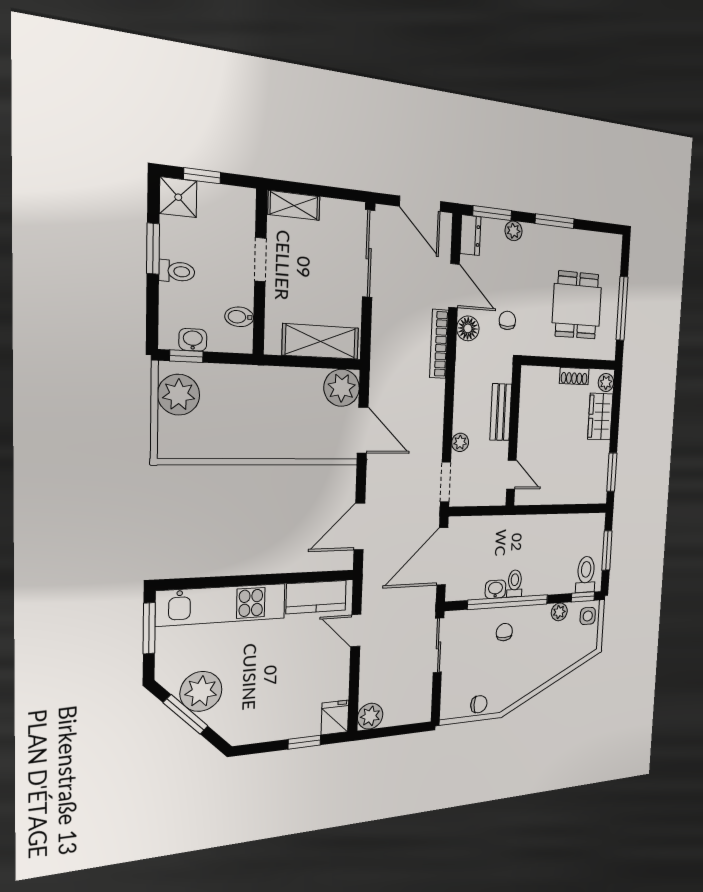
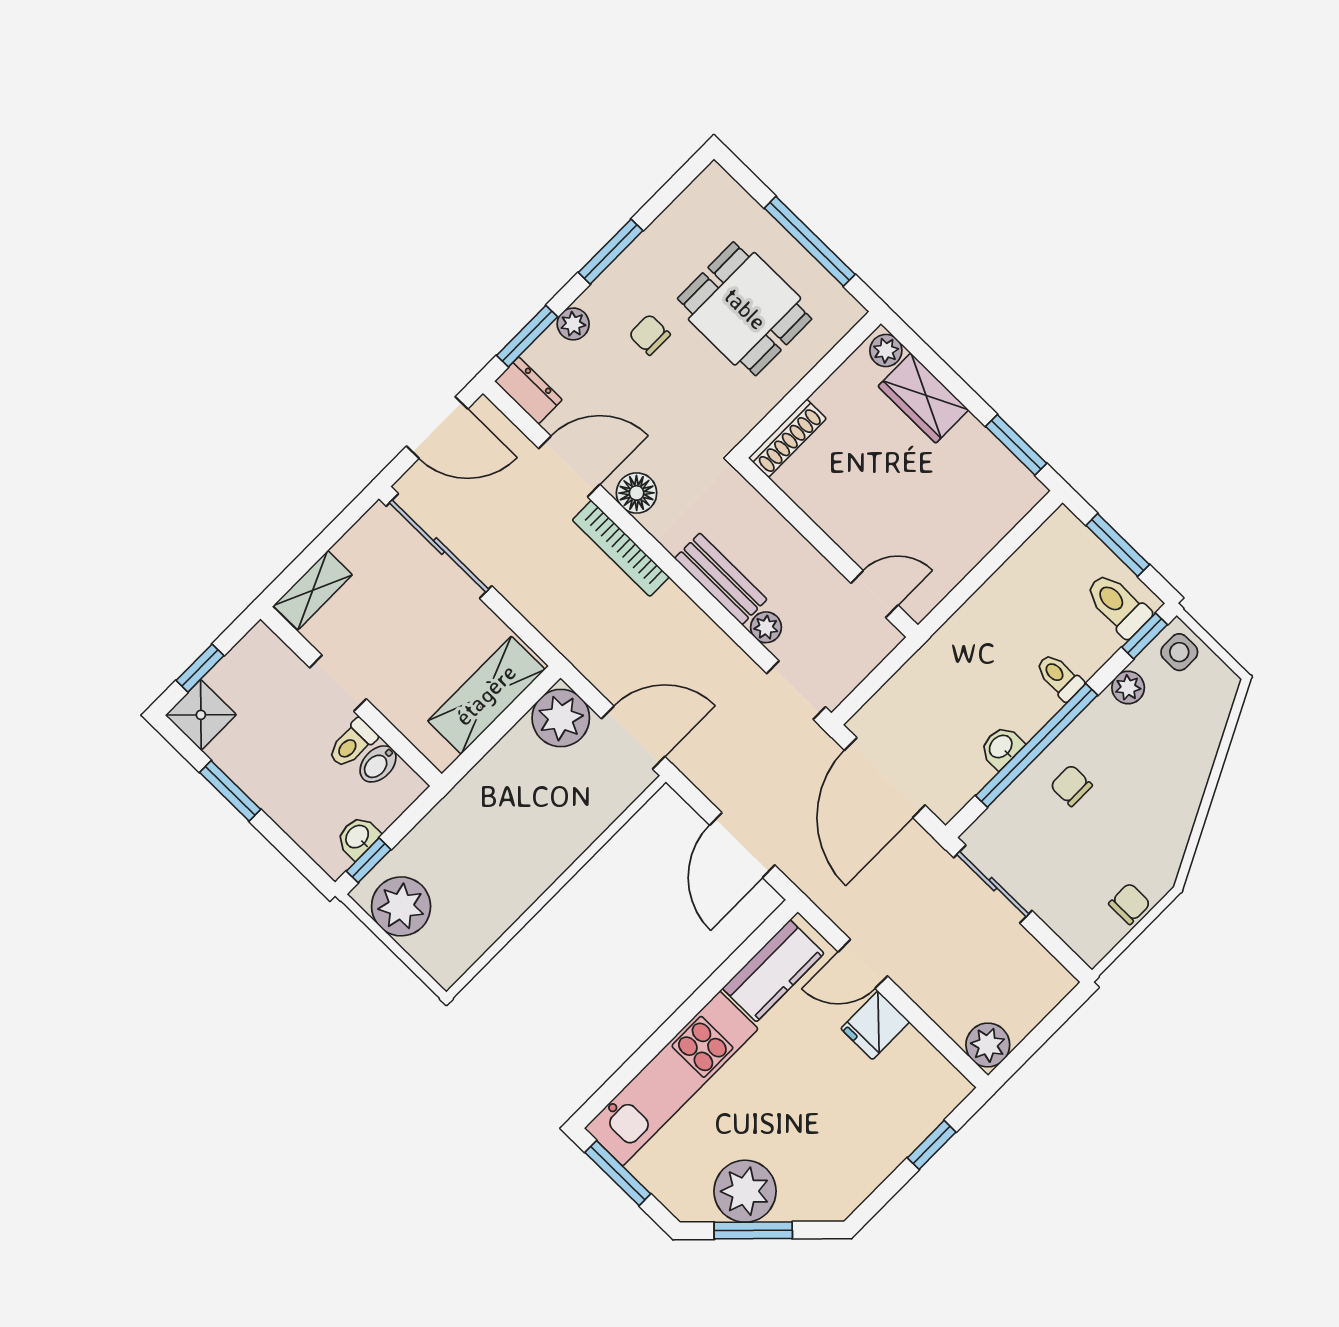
toilet: (177, 271) -> (352, 743), moved, turned 180
chair: (507, 320) -> (650, 335), moved
shoe rack: (574, 376) -> (787, 438), moved, width x1.43
bench: (501, 412) -> (721, 579), moved
toilet: (515, 583) -> (1059, 677), moved
fridge: (335, 717) -> (875, 1025), moved, turned -90

